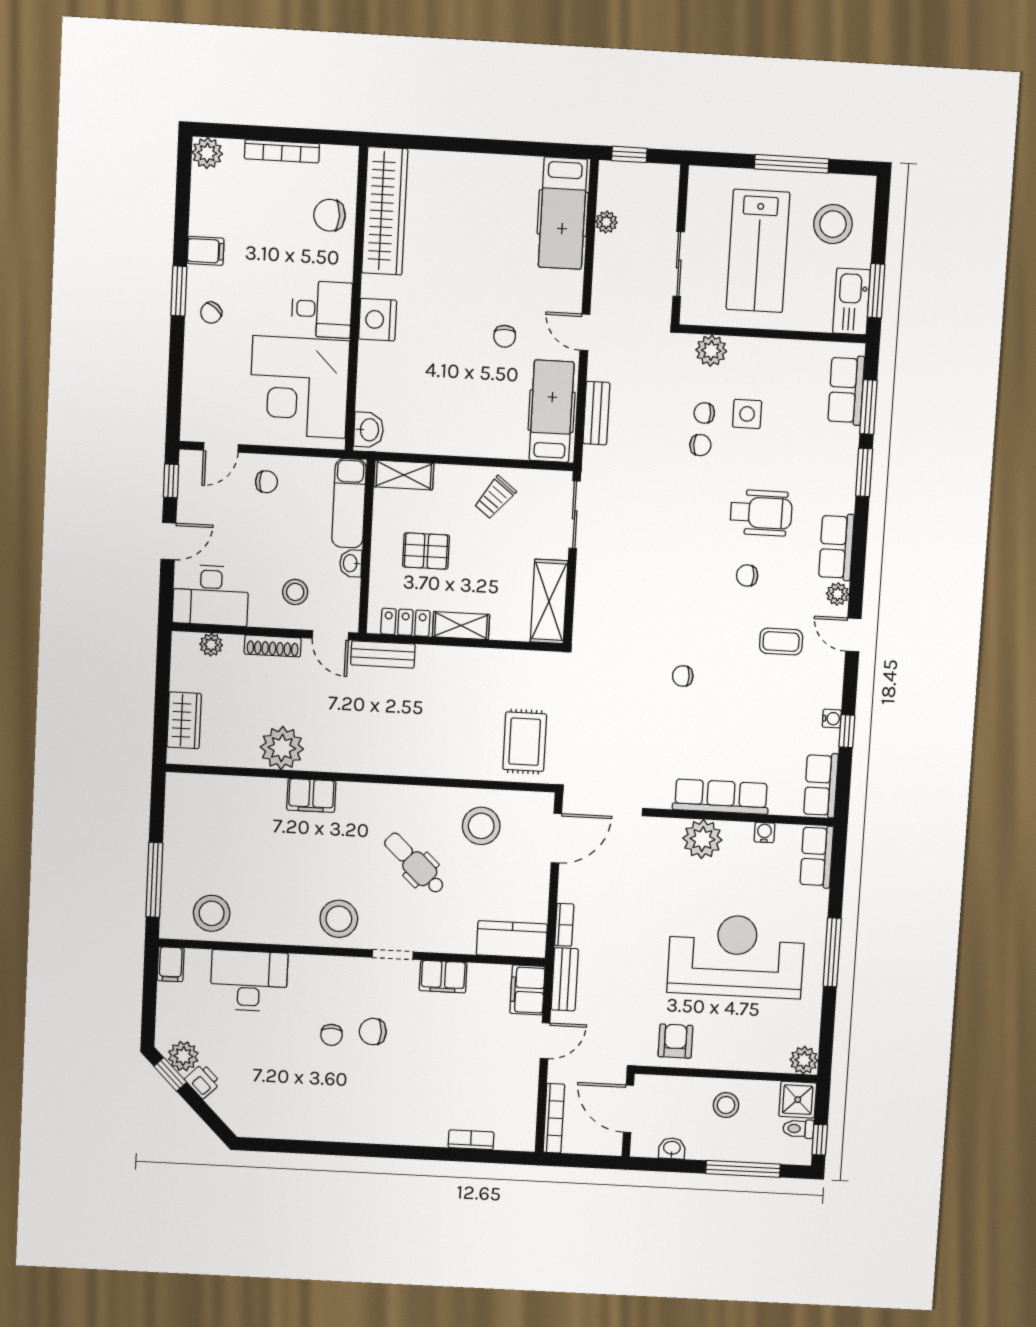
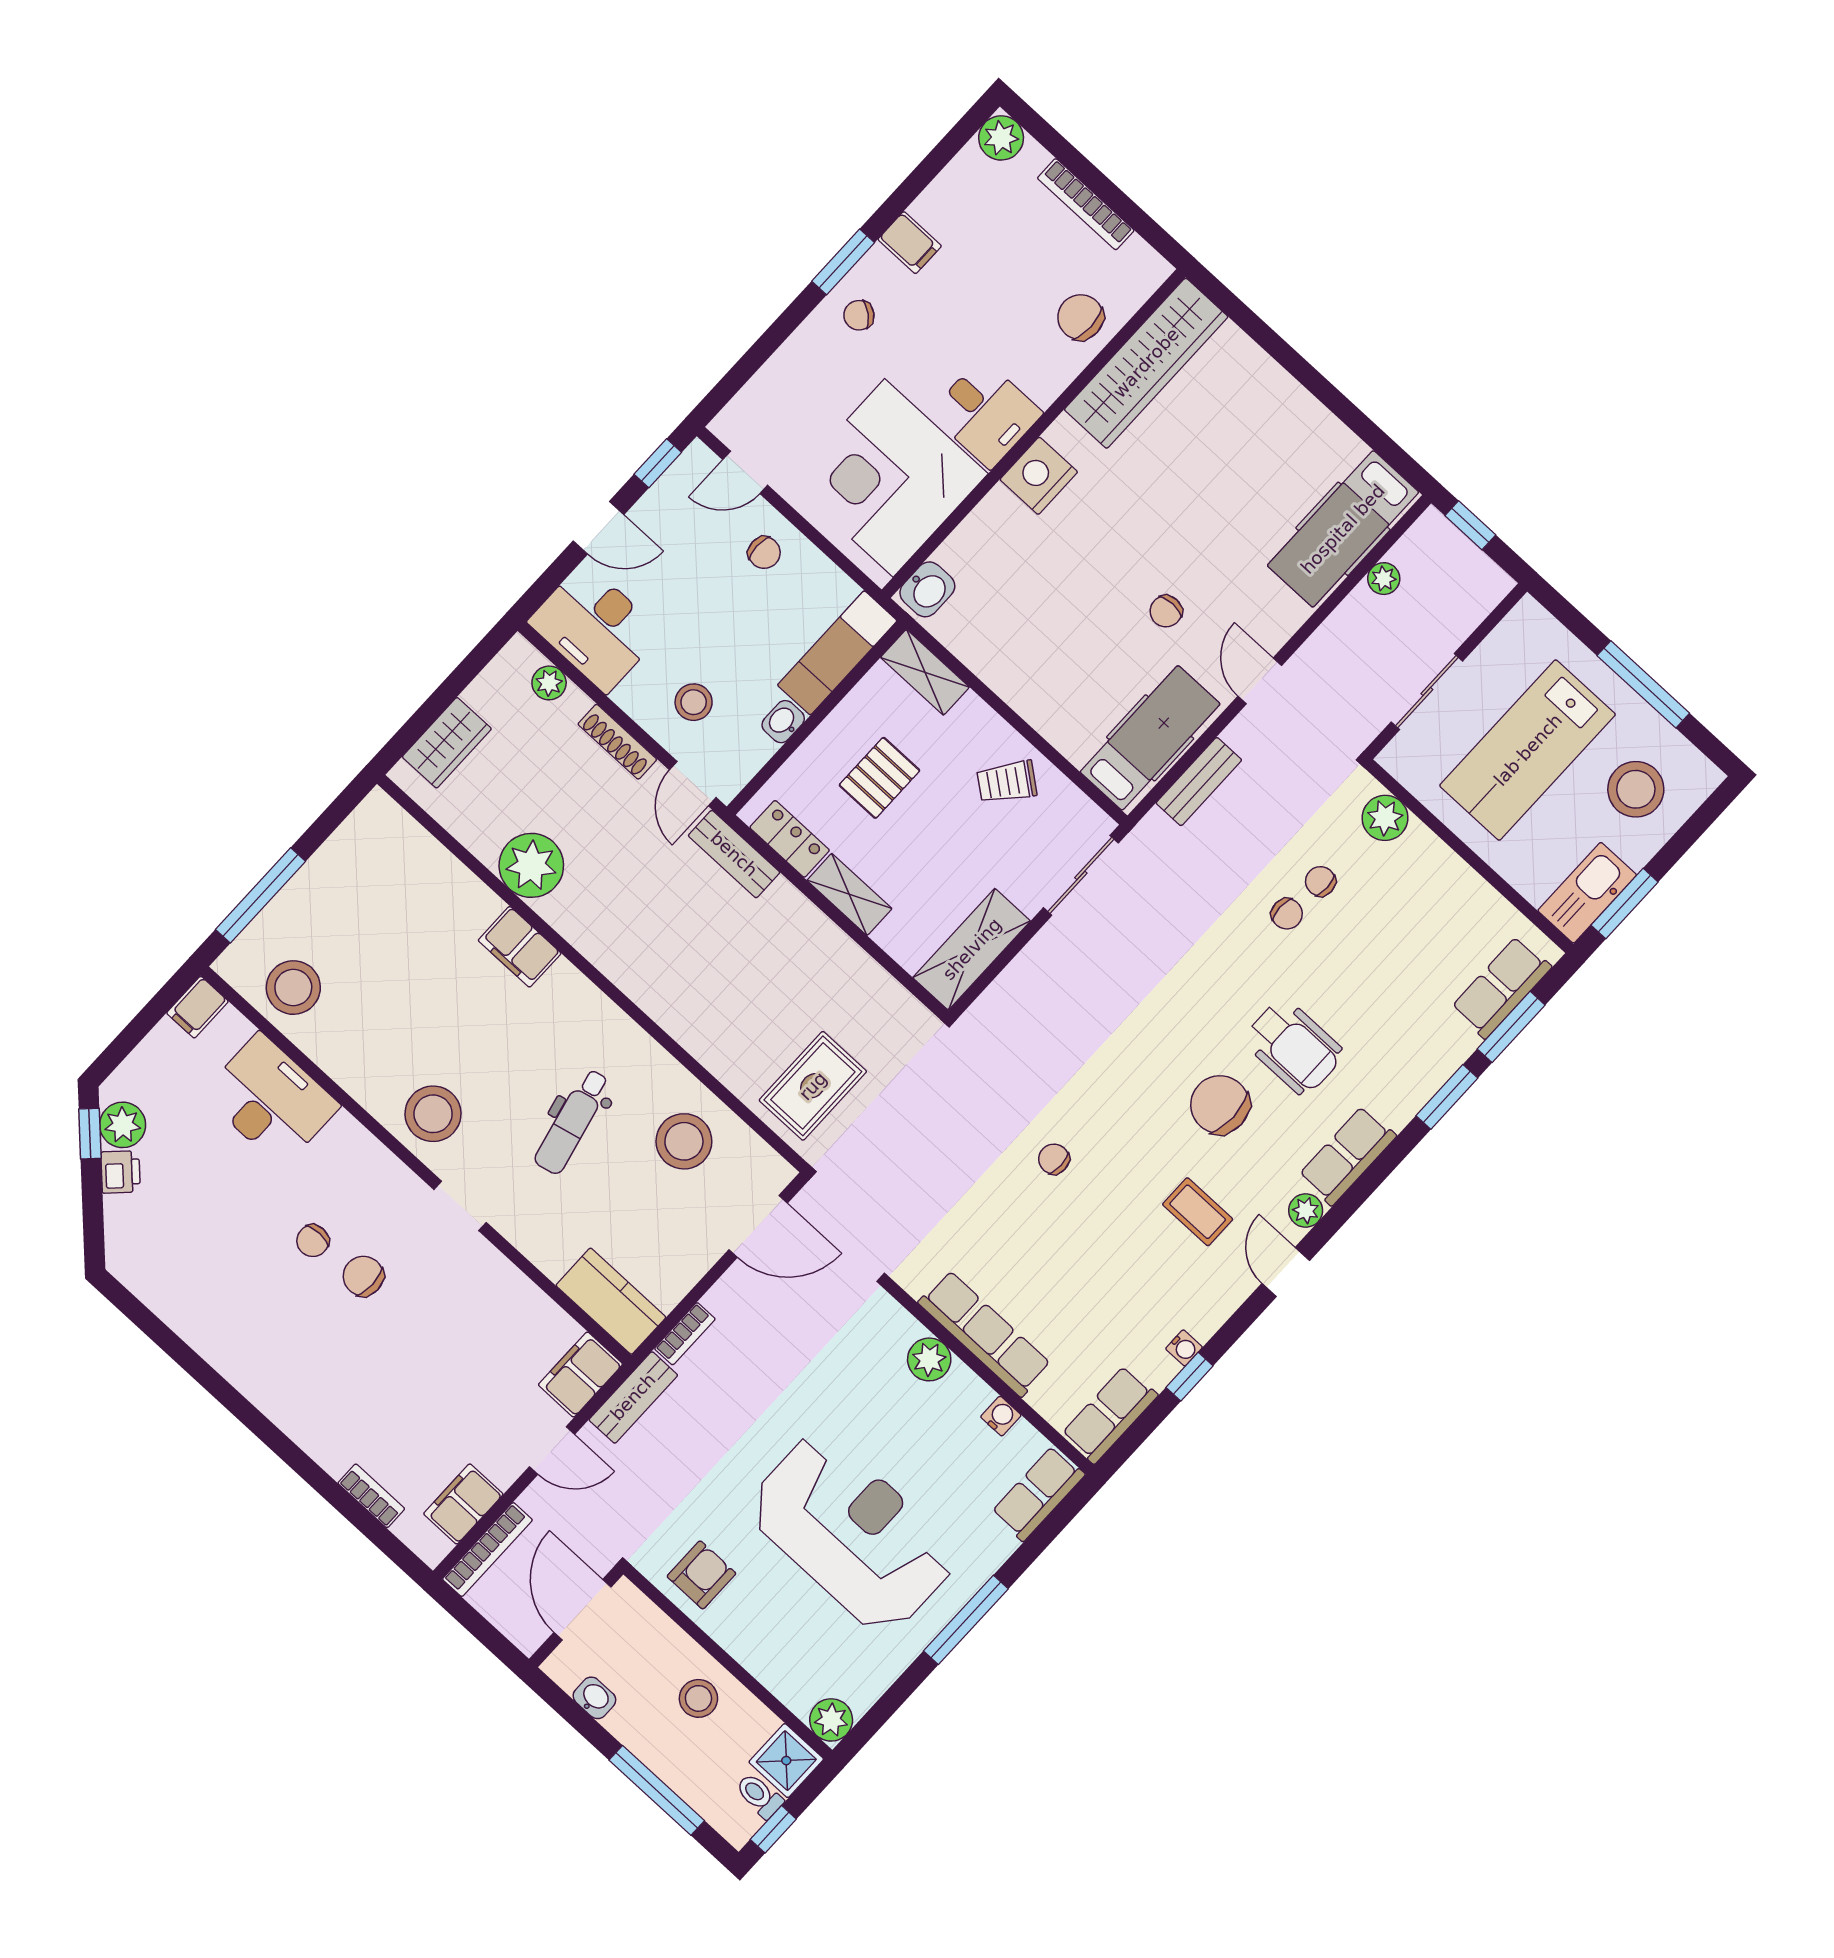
side table: (747, 414) -> (1368, 922), removed
pallet: (426, 551) -> (879, 778), turned 90
chair: (747, 575) -> (1220, 1105), width x1.87, depth x1.87
plant: (702, 839) -> (929, 1359), width x0.73, depth x0.73
dental chair: (415, 863) -> (572, 1122), turned -146
filing cabinet: (443, 977) -> (463, 1504), moved, turned 90

